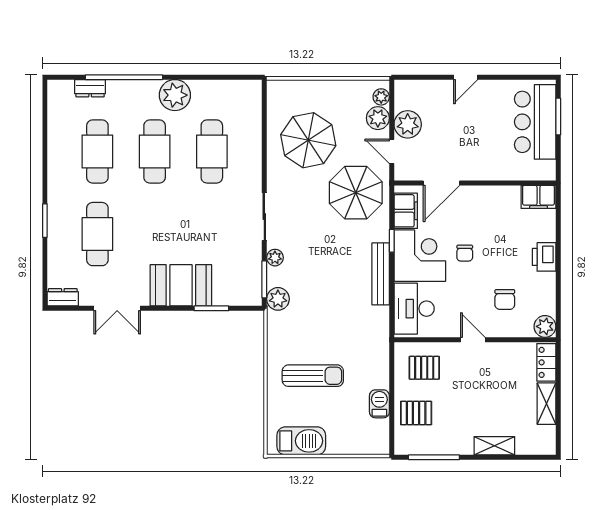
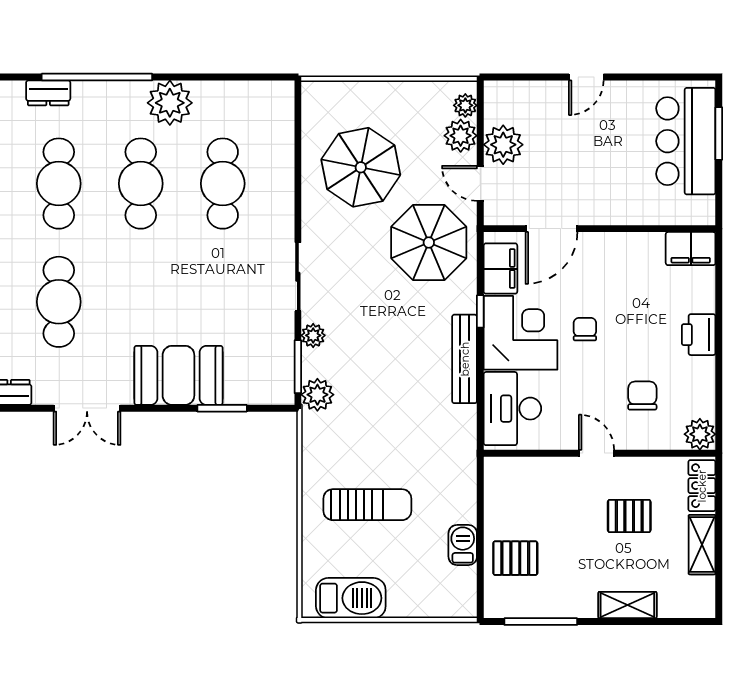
chair: (465, 253) -> (585, 329), turned 180
chair: (505, 300) -> (642, 396), turned 180
pallet: (424, 368) -> (629, 516), moved

